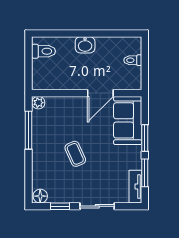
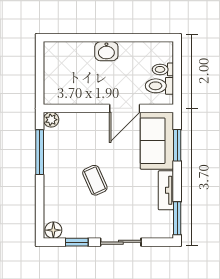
toilet: (44, 51) -> (159, 86), moved, turned 180
window: (145, 138) -> (177, 145), moved
window: (145, 173) -> (177, 218), moved
tv unit: (135, 187) -> (166, 190), moved

